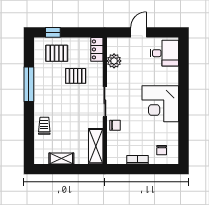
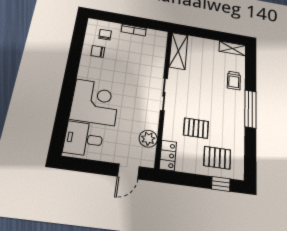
door: (139, 32) -> (128, 171), moved
window: (29, 84) -> (250, 109), moved
corner desk: (160, 104) -> (95, 102), moved
chair: (115, 125) -> (98, 51), moved
shelving: (61, 158) -> (232, 48), moved

